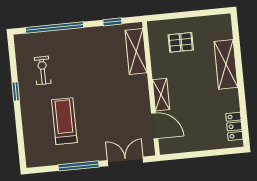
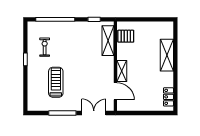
pallet: (181, 42) -> (126, 36), moved

